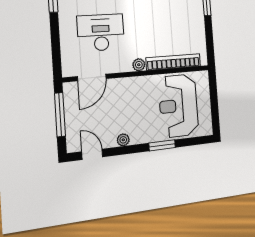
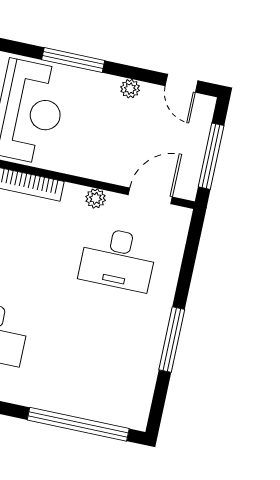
plant: (139, 65) -> (96, 198), moved
window: (162, 145) -> (73, 60), width x1.44

